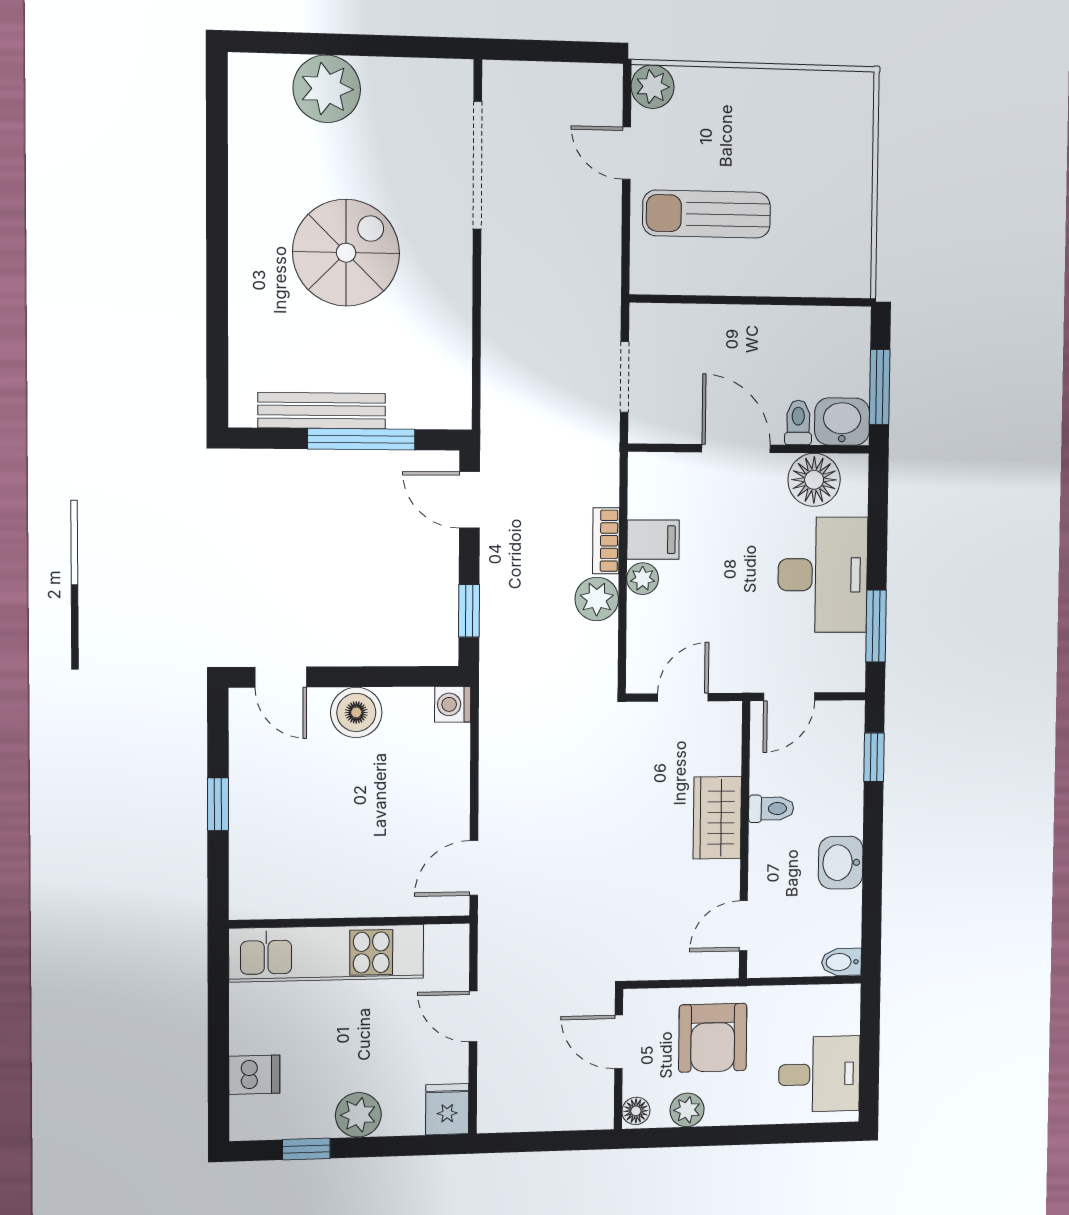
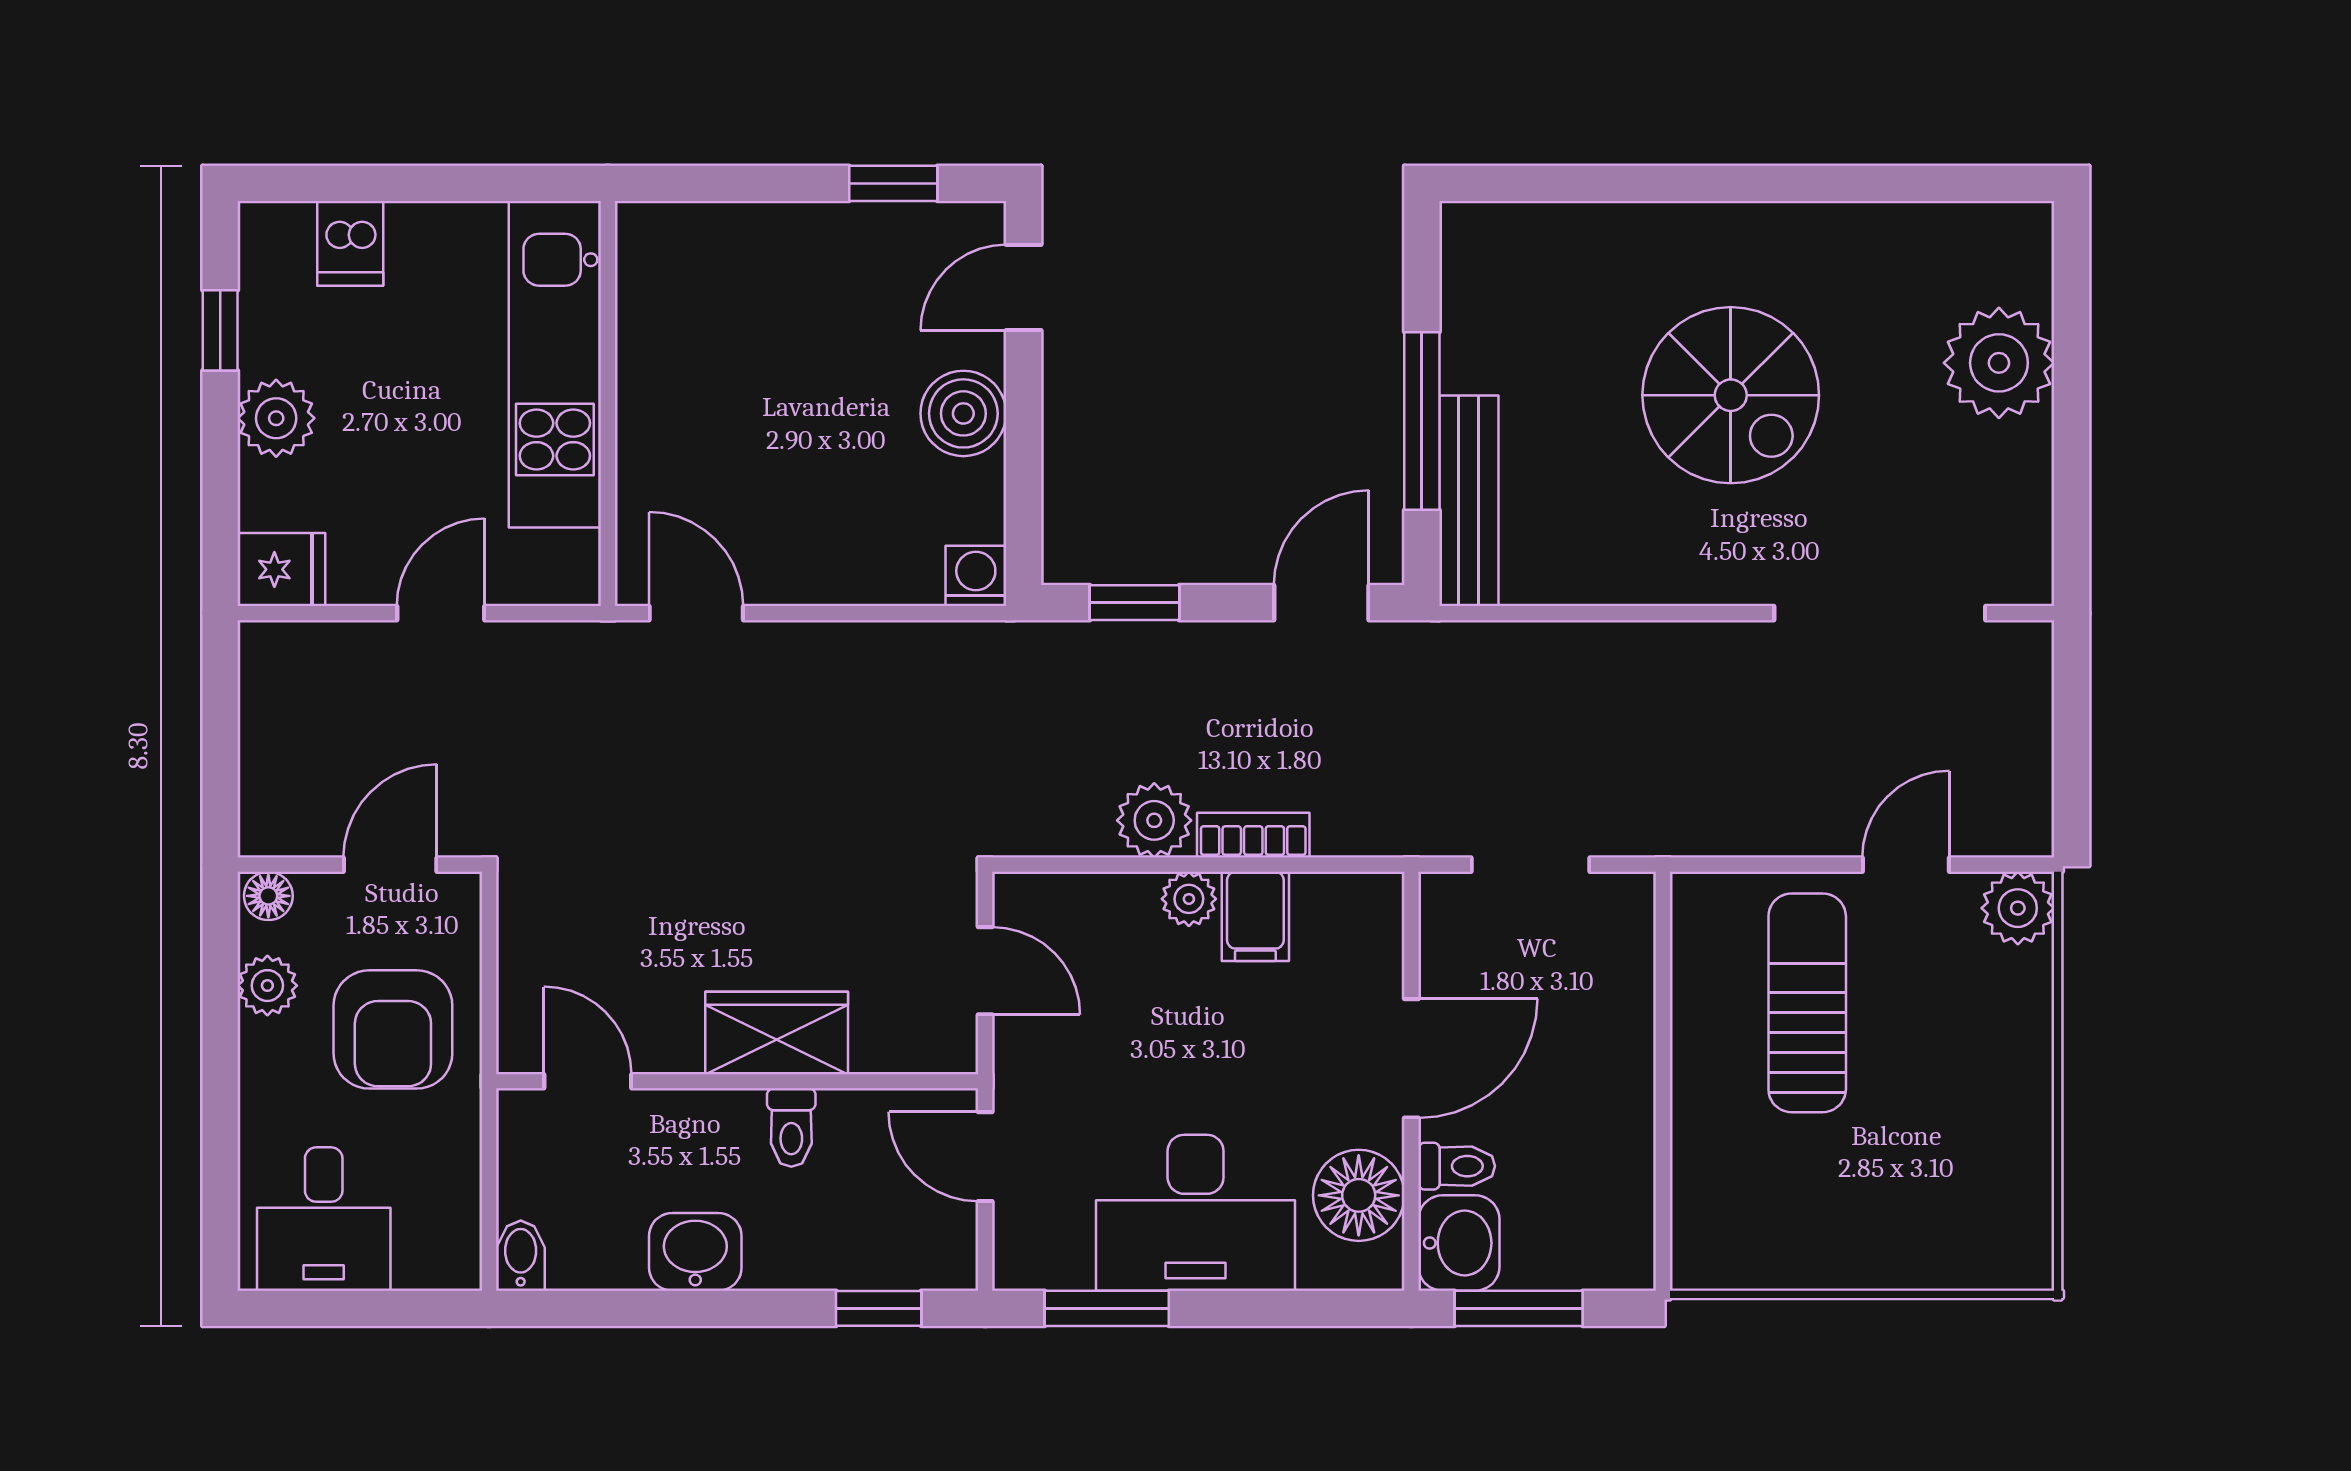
bench: (322, 411) -> (1469, 501), moved
window: (218, 804) -> (893, 183), moved
armchair: (713, 1038) -> (393, 1029), turned -90

